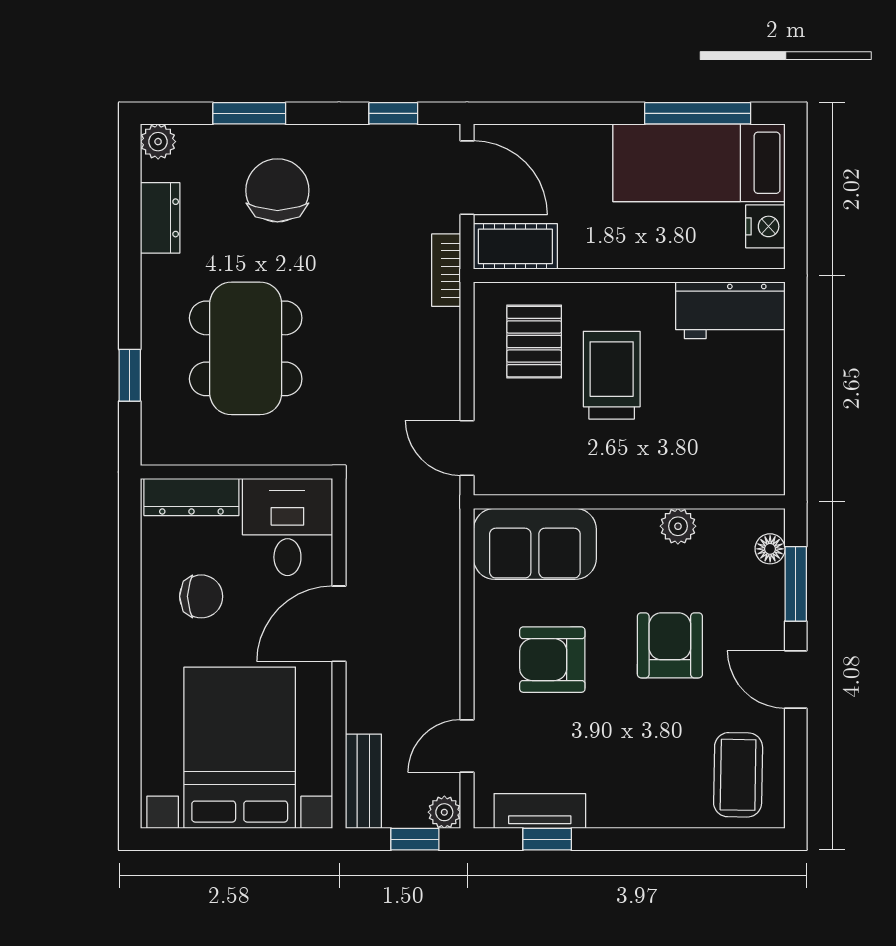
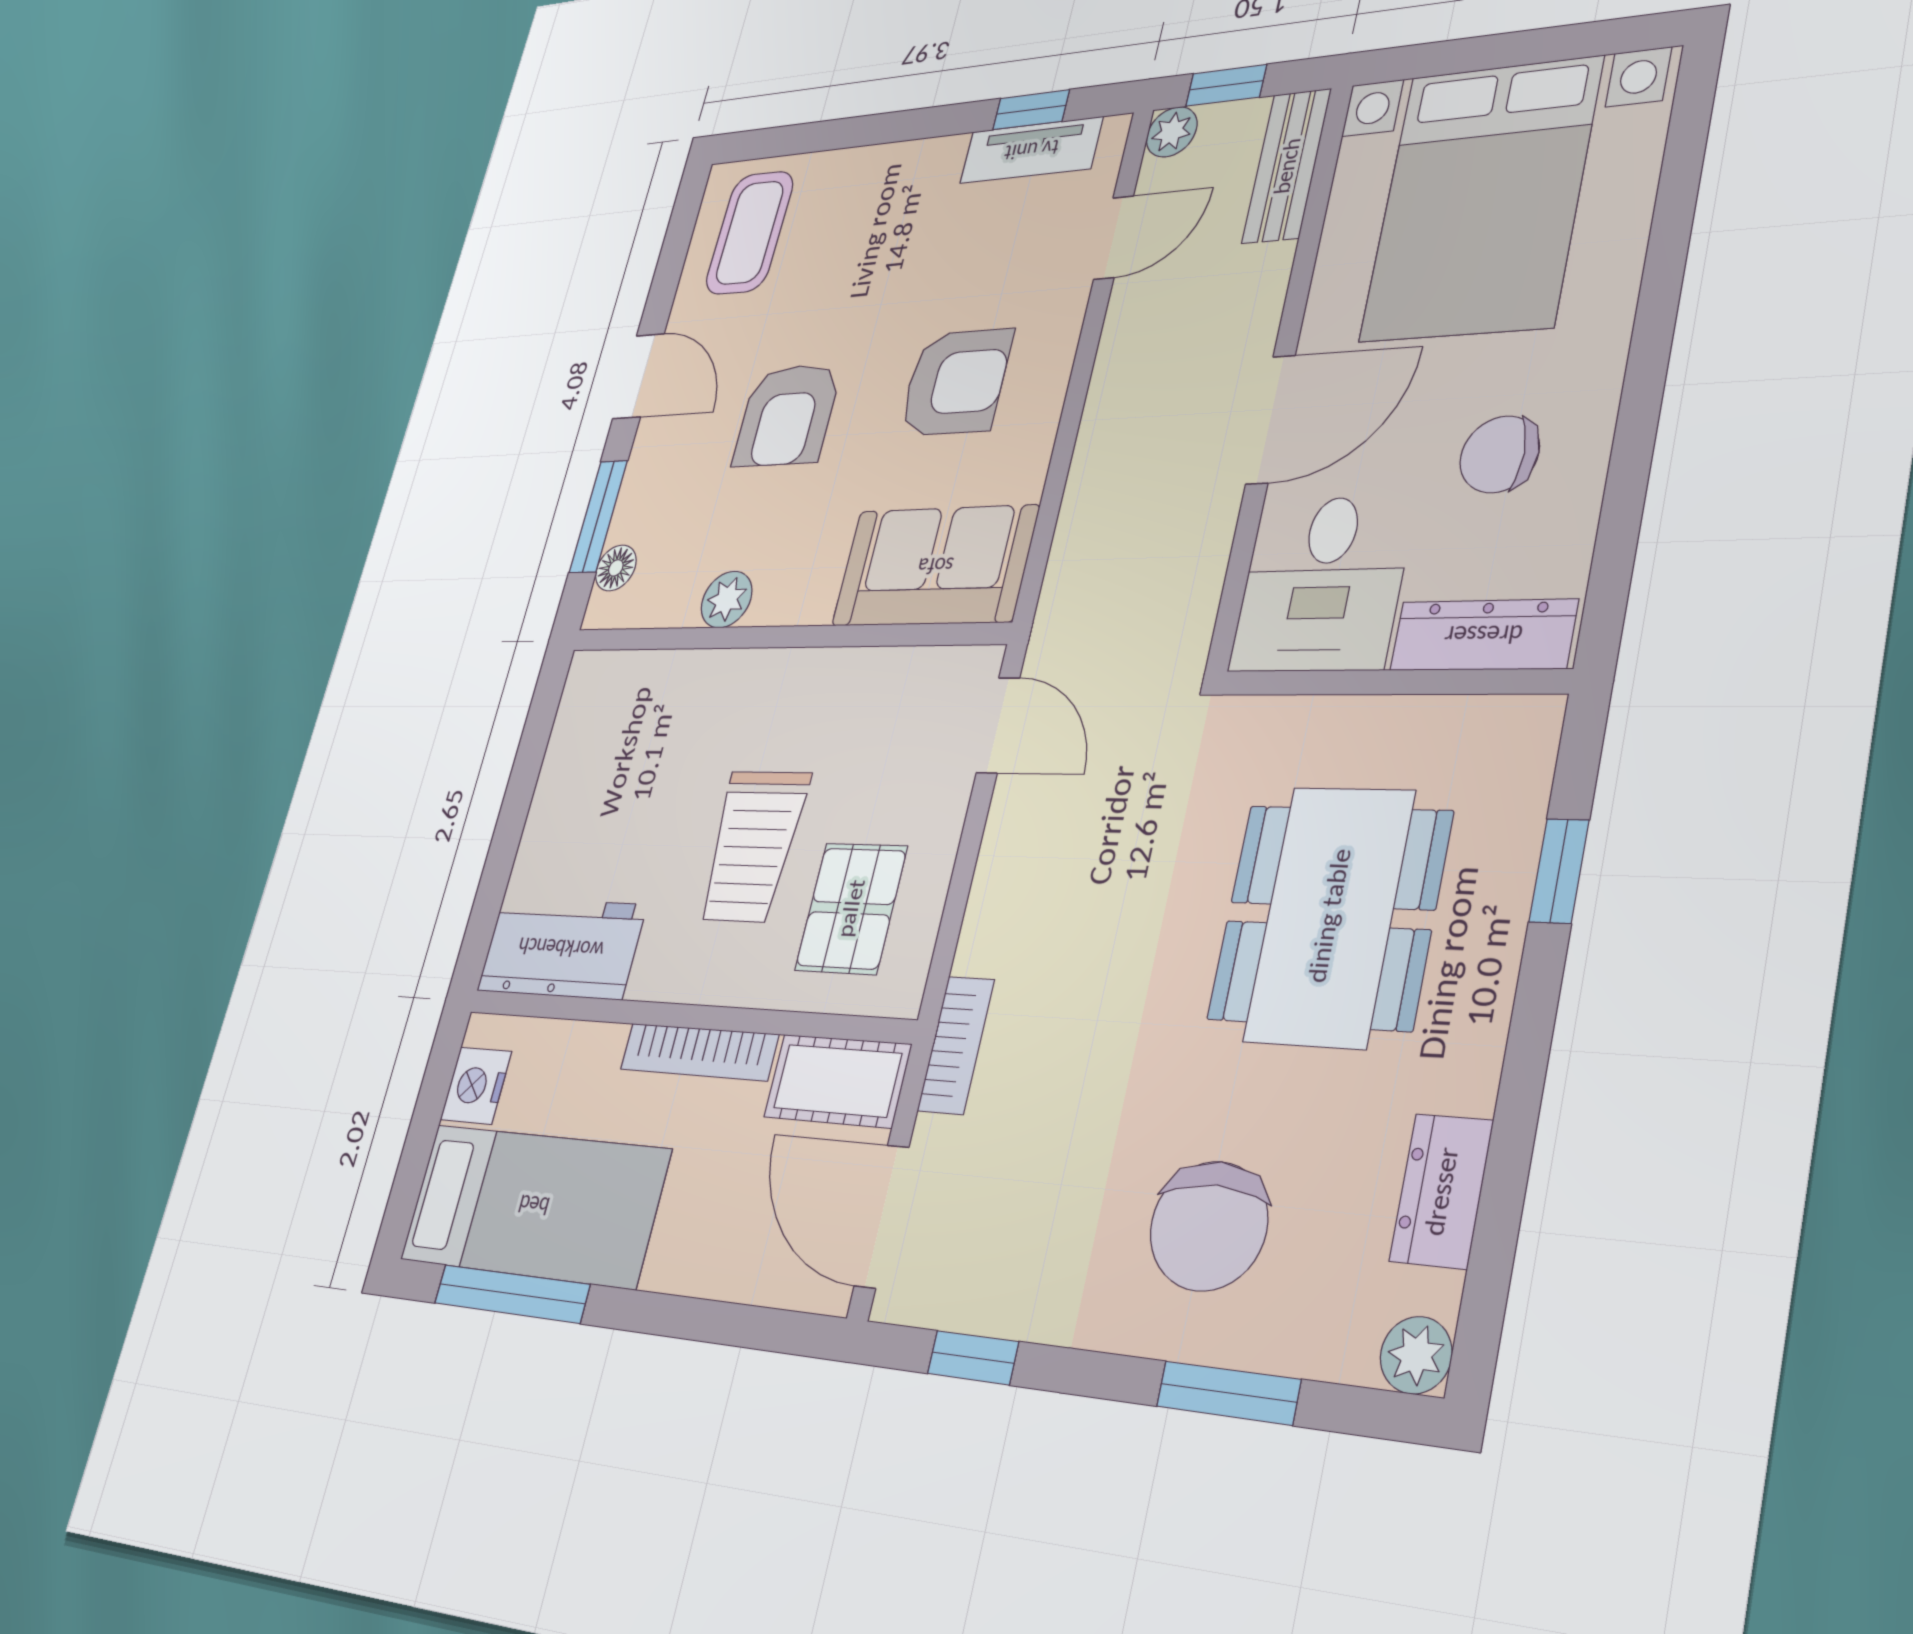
bookcase: (612, 256) -> (699, 1052), added

